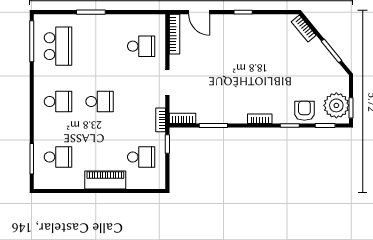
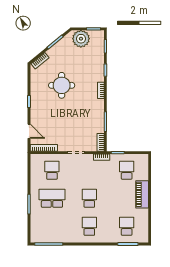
door: (199, 12) -> (29, 131), hinge flipped
school desk: (58, 46) -> (52, 198), moved
round table: (267, 60) -> (62, 85), added
plant: (336, 105) -> (81, 39), moved
armchair: (304, 111) -> (95, 60), removed

